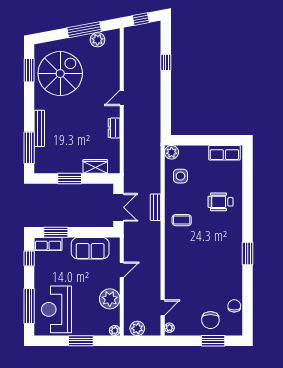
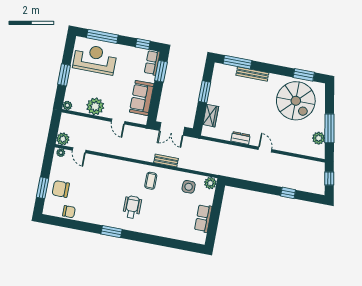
row of seats: (224, 153) -> (203, 218), moved
wheelchair: (220, 202) -> (132, 207), moved
plant: (137, 328) -> (63, 139), moved

